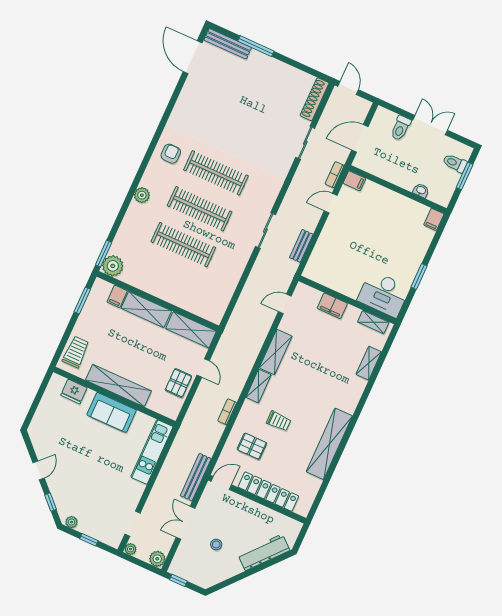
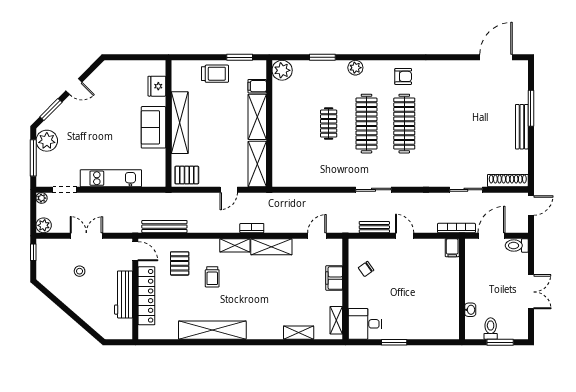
bench: (228, 44) -> (522, 127), moved
toilet: (401, 128) -> (517, 246), moved
door: (360, 138) -> (491, 236), hinge flipped
toilet: (455, 163) -> (491, 329), moved
bookcase: (335, 175) -> (456, 228), width x1.56
door: (331, 203) -> (405, 236), moved
filing cabinet: (434, 219) -> (450, 333), removed
clothes rail: (183, 245) -> (329, 124), width x0.54, depth x0.76
window: (104, 254) -> (322, 57), moved
chair: (337, 272) -> (366, 269), added
desk: (384, 294) -> (365, 324), width x0.73
door: (285, 304) -> (317, 236), hinge flipped
trolley: (76, 352) -> (215, 74), moved
pallet: (178, 383) -> (187, 175), moved
bookcase: (227, 412) -> (252, 228), moved
kitchen unit: (152, 452) -> (111, 178), moved
bench: (196, 477) -> (164, 227), moved
window: (51, 502) -> (51, 110), width x1.50
plant: (71, 522) -> (47, 141), width x1.87, depth x1.87
window: (89, 540) -> (33, 158), width x2.17
workbench: (264, 552) -> (124, 294), moved, turned -131

